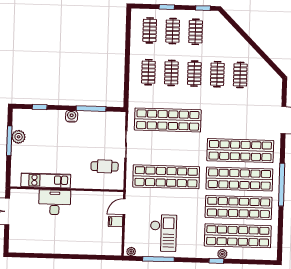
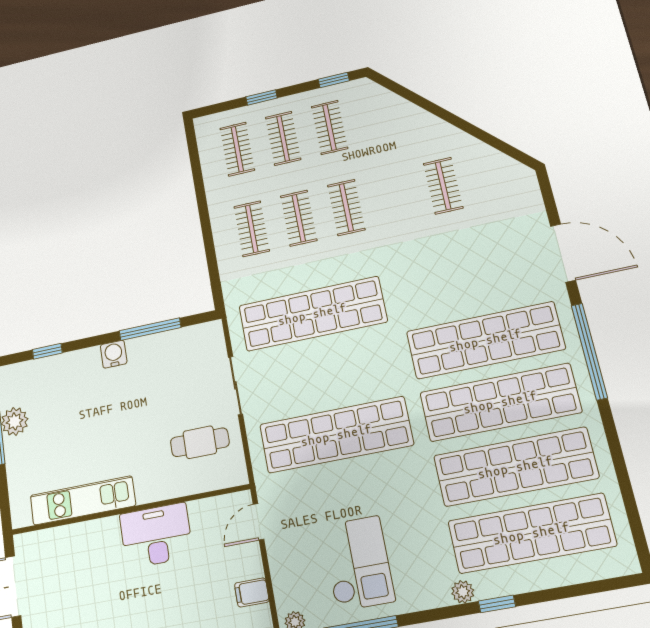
clothes rail: (217, 74) -> (394, 197), removed
window: (282, 185) -> (589, 351), moved
desk: (55, 202) -> (156, 535), moved
filing cabinet: (115, 222) -> (252, 592), moved
plant: (222, 254) -> (463, 592), moved

